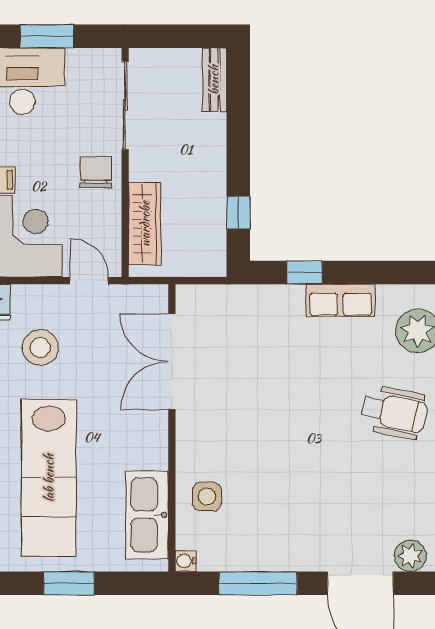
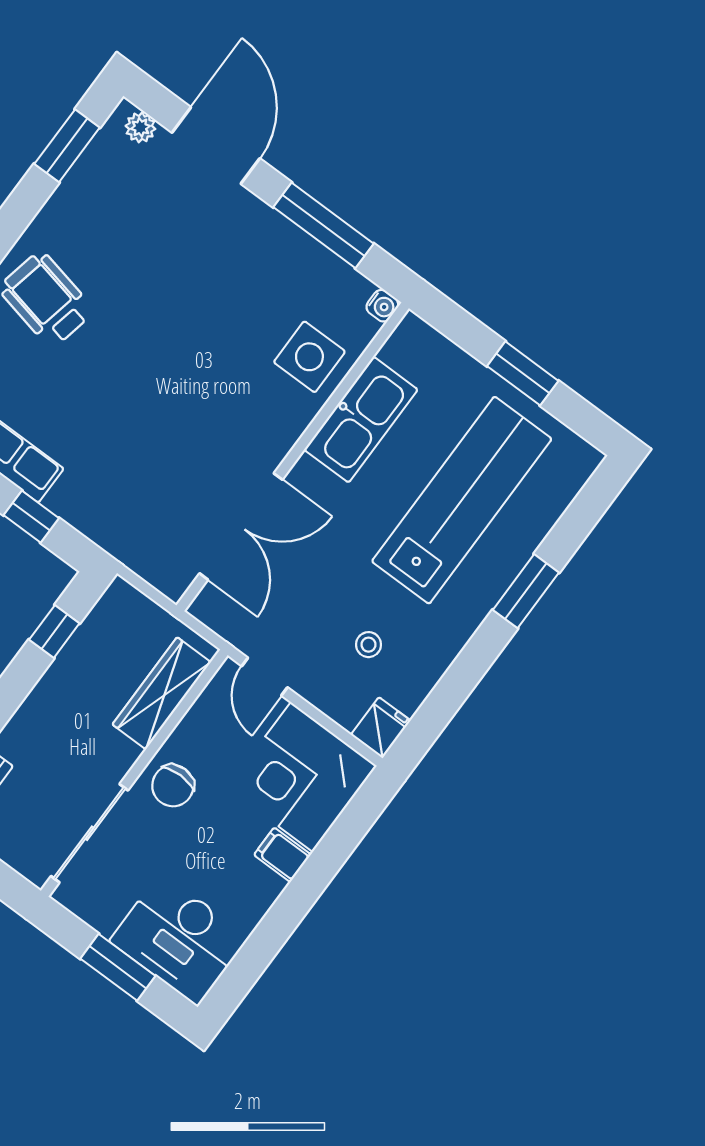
stool: (40, 347) -> (369, 645), width x0.53, depth x0.53
side table: (207, 497) -> (309, 357), width x1.37, depth x1.37
kitchen sink: (147, 515) -> (361, 420), moved
plant: (410, 556) -> (140, 127), width x0.73, depth x0.73

